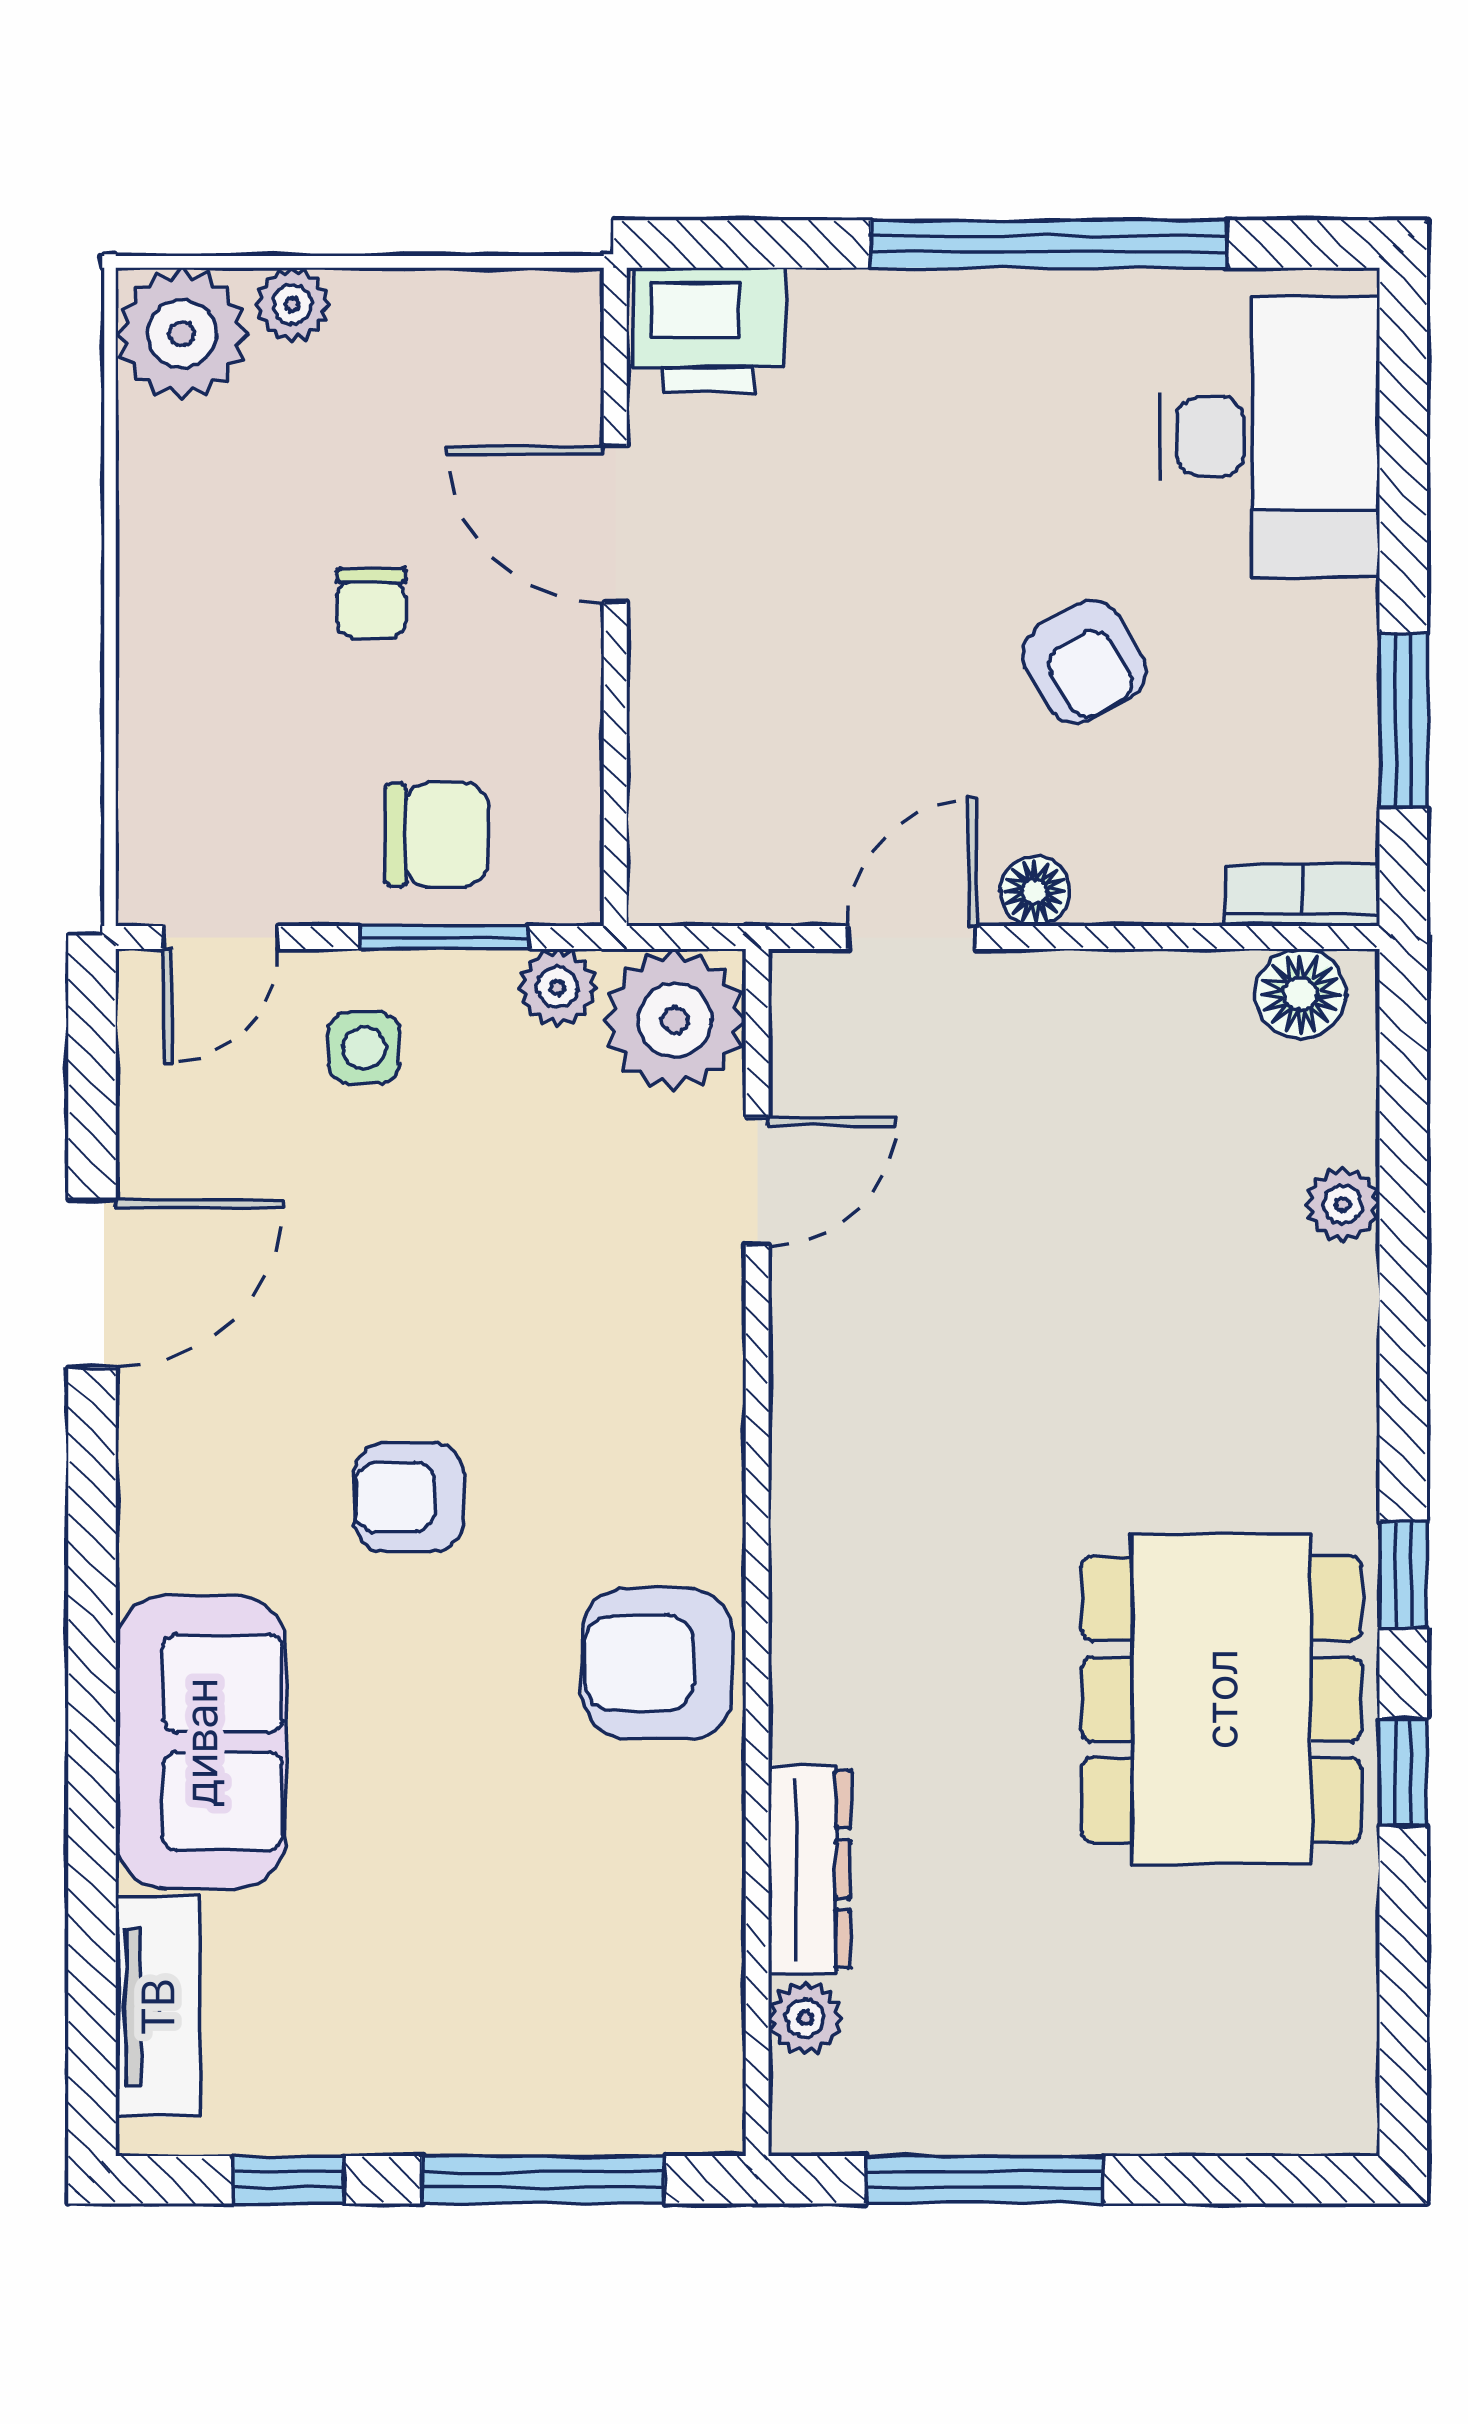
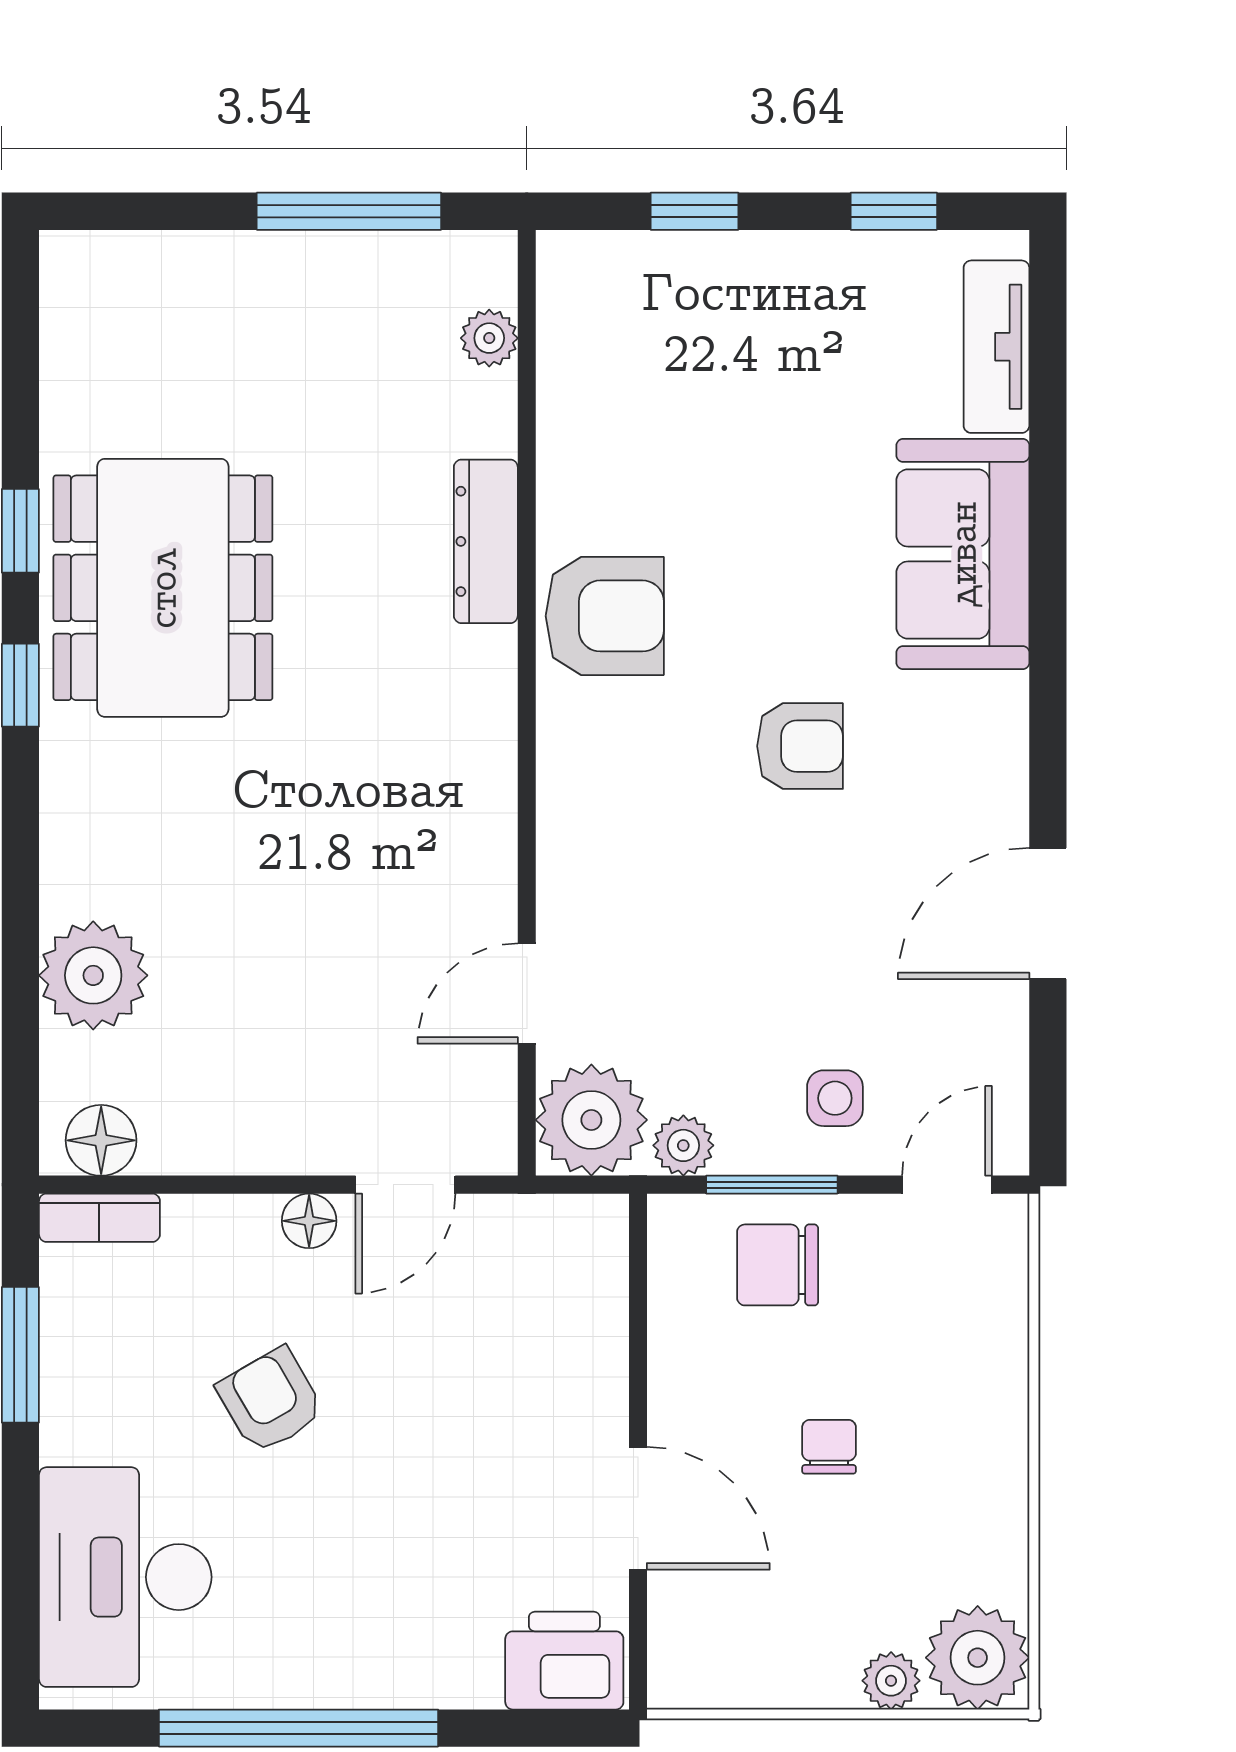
plant: (1343, 1204) -> (93, 975), width x1.88, depth x1.88
dresser: (809, 1869) -> (486, 541), moved
window: (543, 2180) -> (694, 211), width x0.46

